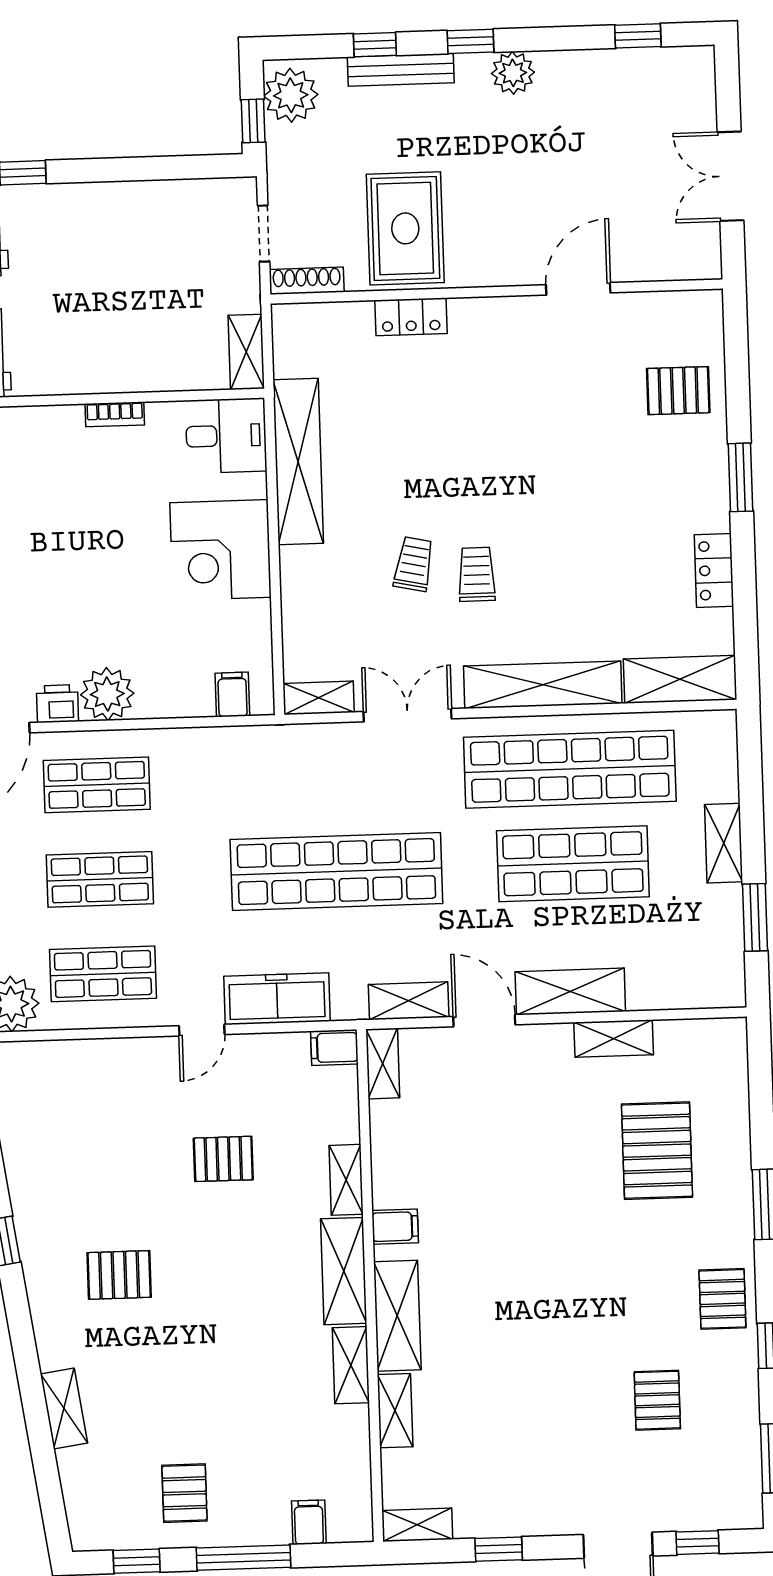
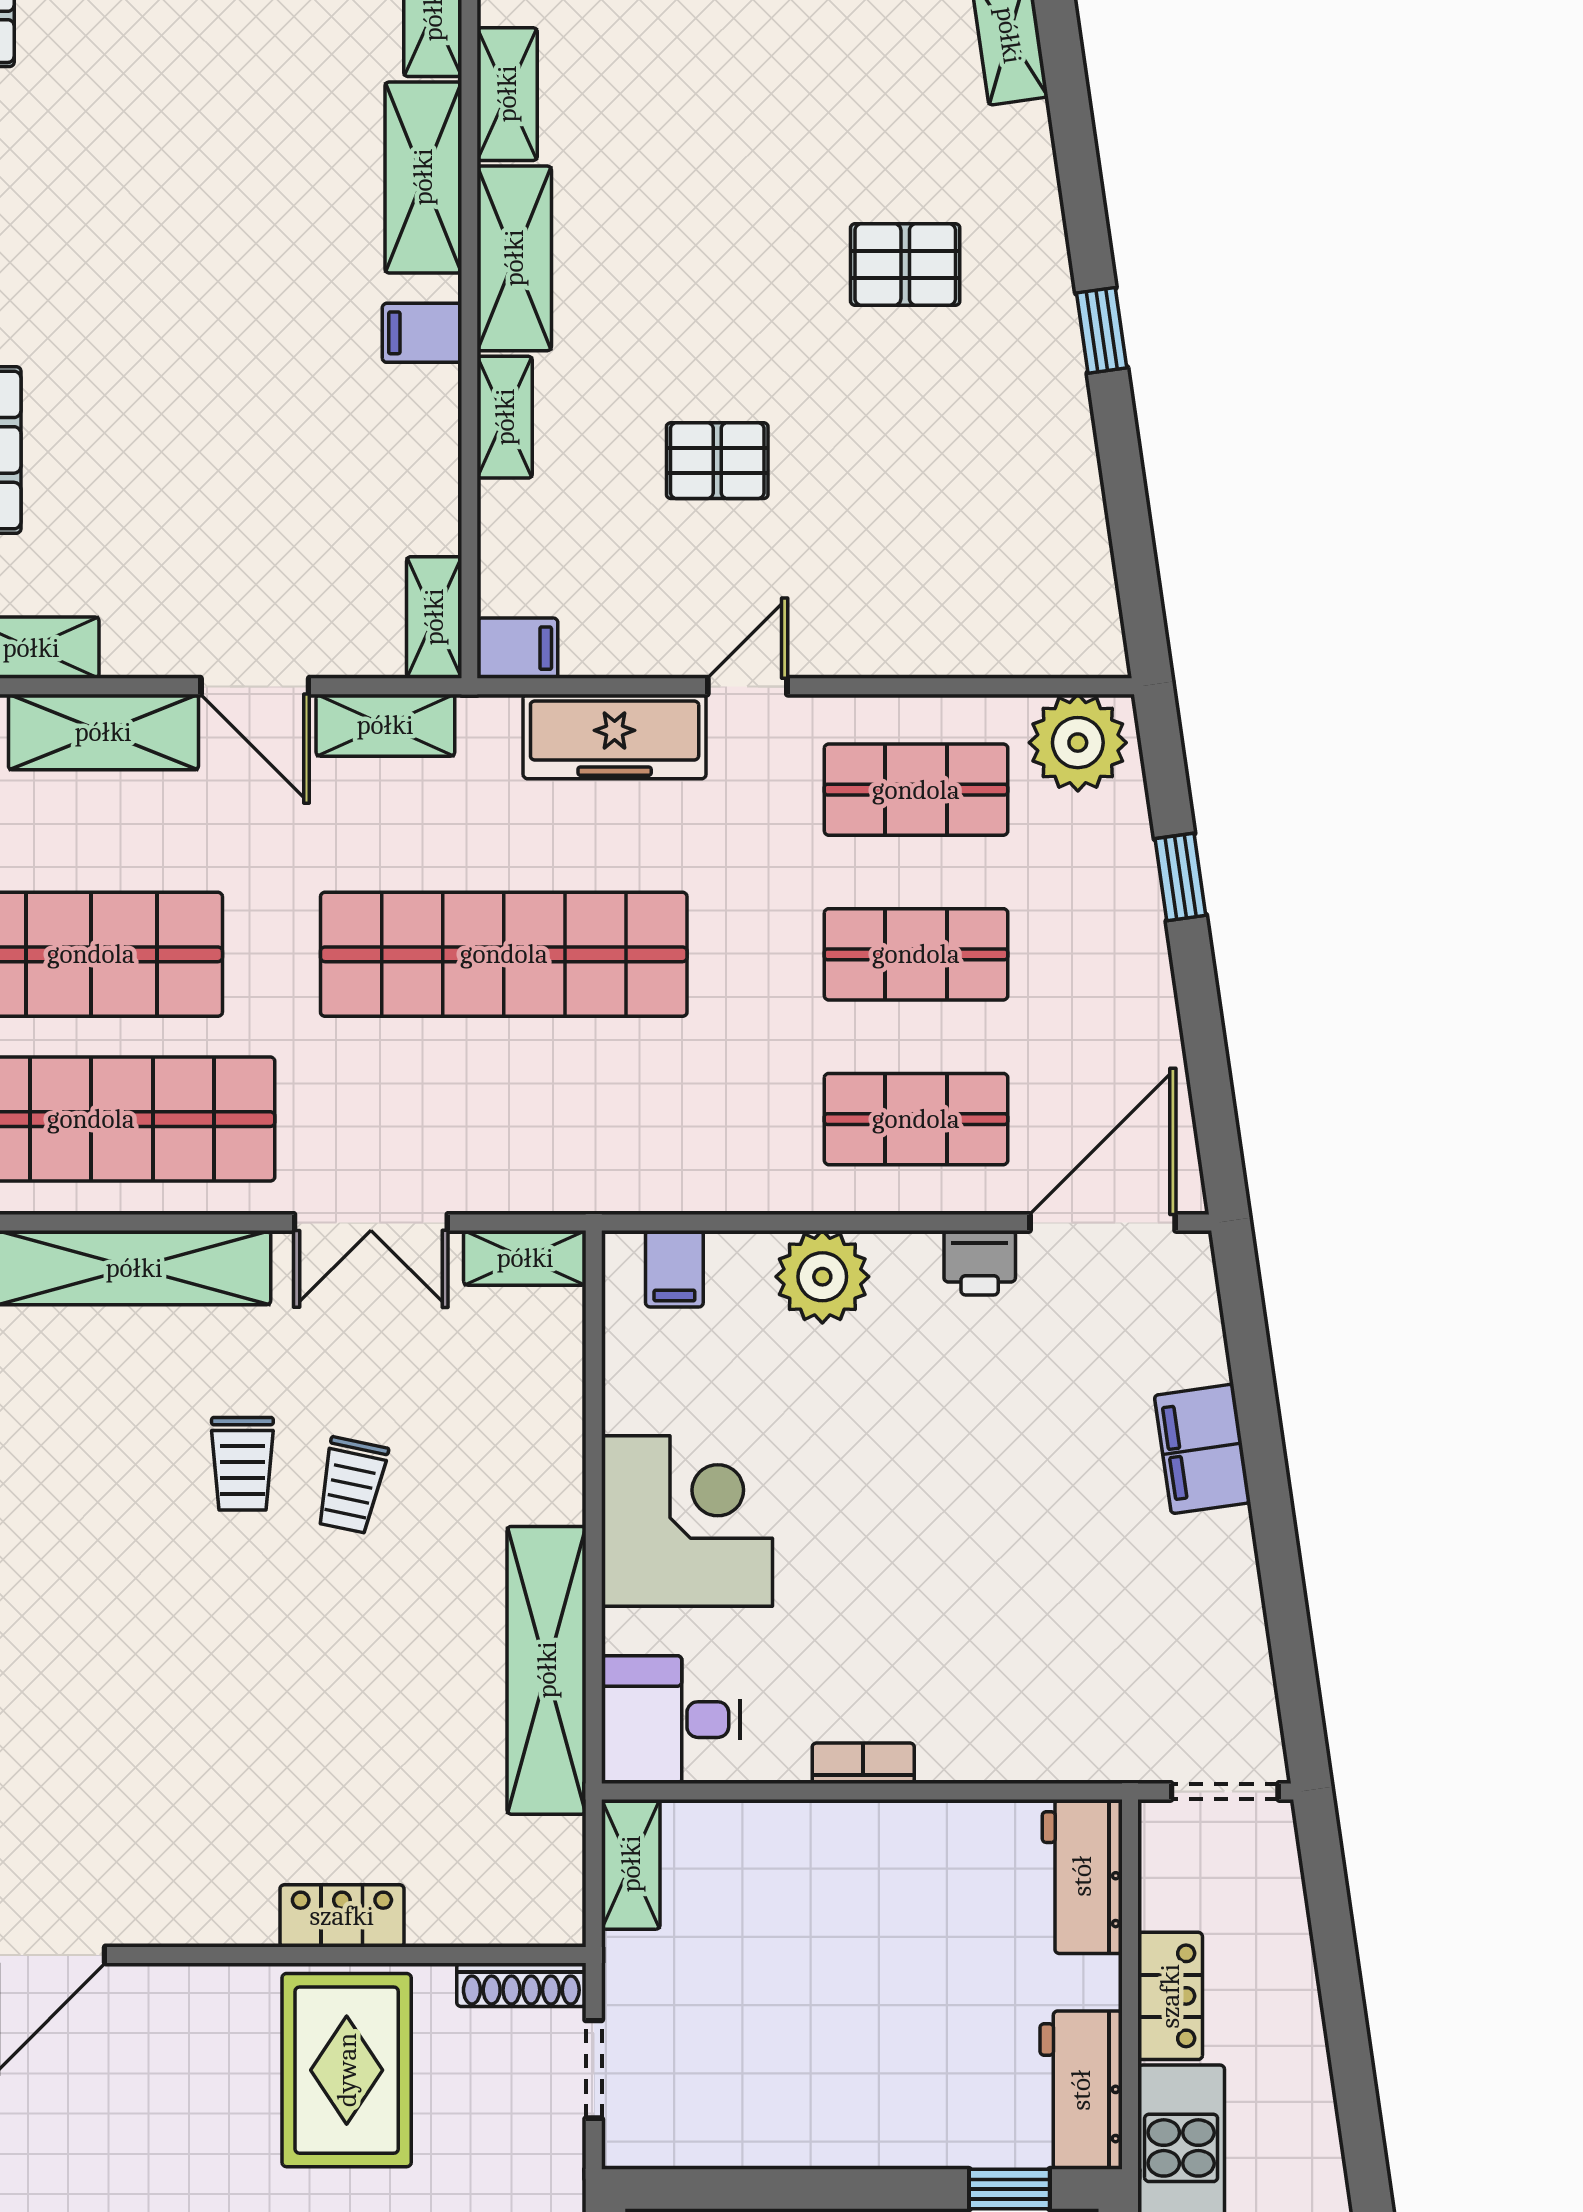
plant: (107, 694) -> (822, 1277), moved

